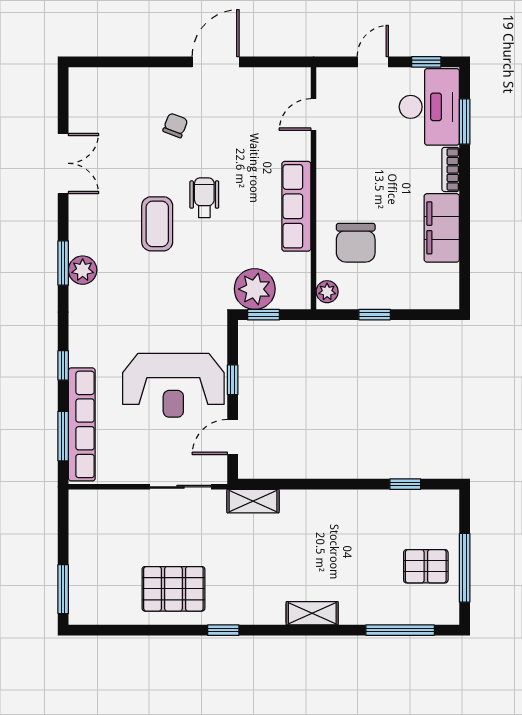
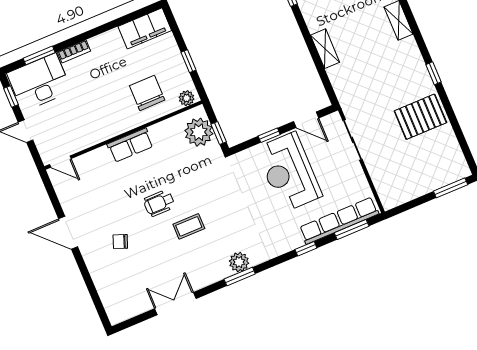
door: (313, 115) -> (60, 162), moved
row of seats: (296, 206) -> (130, 145), width x0.68
coffee table: (157, 224) -> (189, 226), width x0.73, depth x0.77
filing cabinet: (442, 228) -> (145, 28), moved
chair: (356, 243) -> (147, 93), turned -90
plant: (255, 289) -> (199, 132), moved
reception desk: (173, 385) -> (289, 172), turned 180
shelving: (253, 501) -> (325, 49), moved
pallet: (173, 589) -> (420, 117), turned 90

